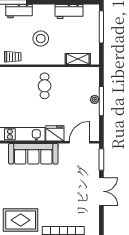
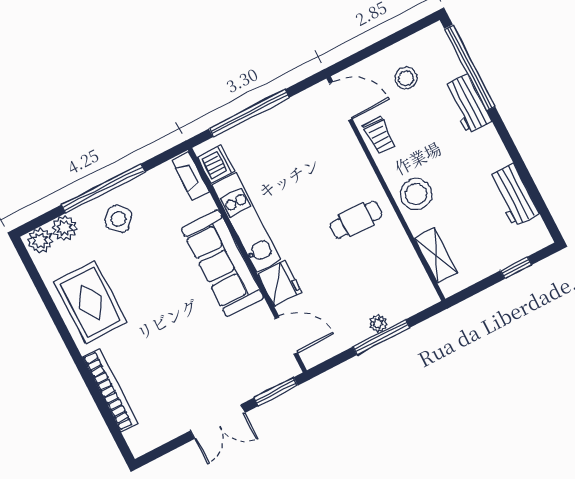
window: (101, 27) -> (516, 268), width x0.46
stool: (41, 39) -> (416, 194), moved

